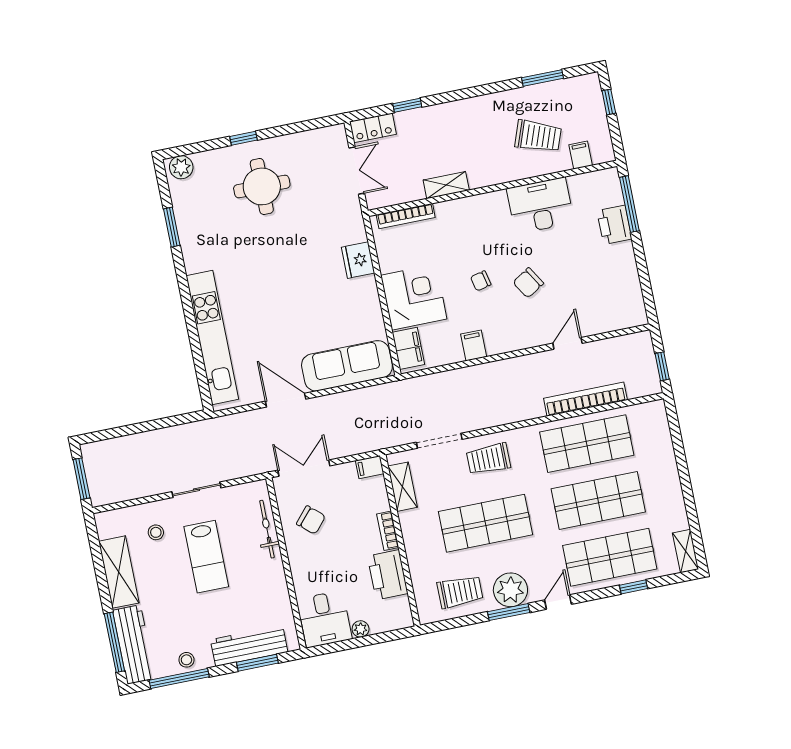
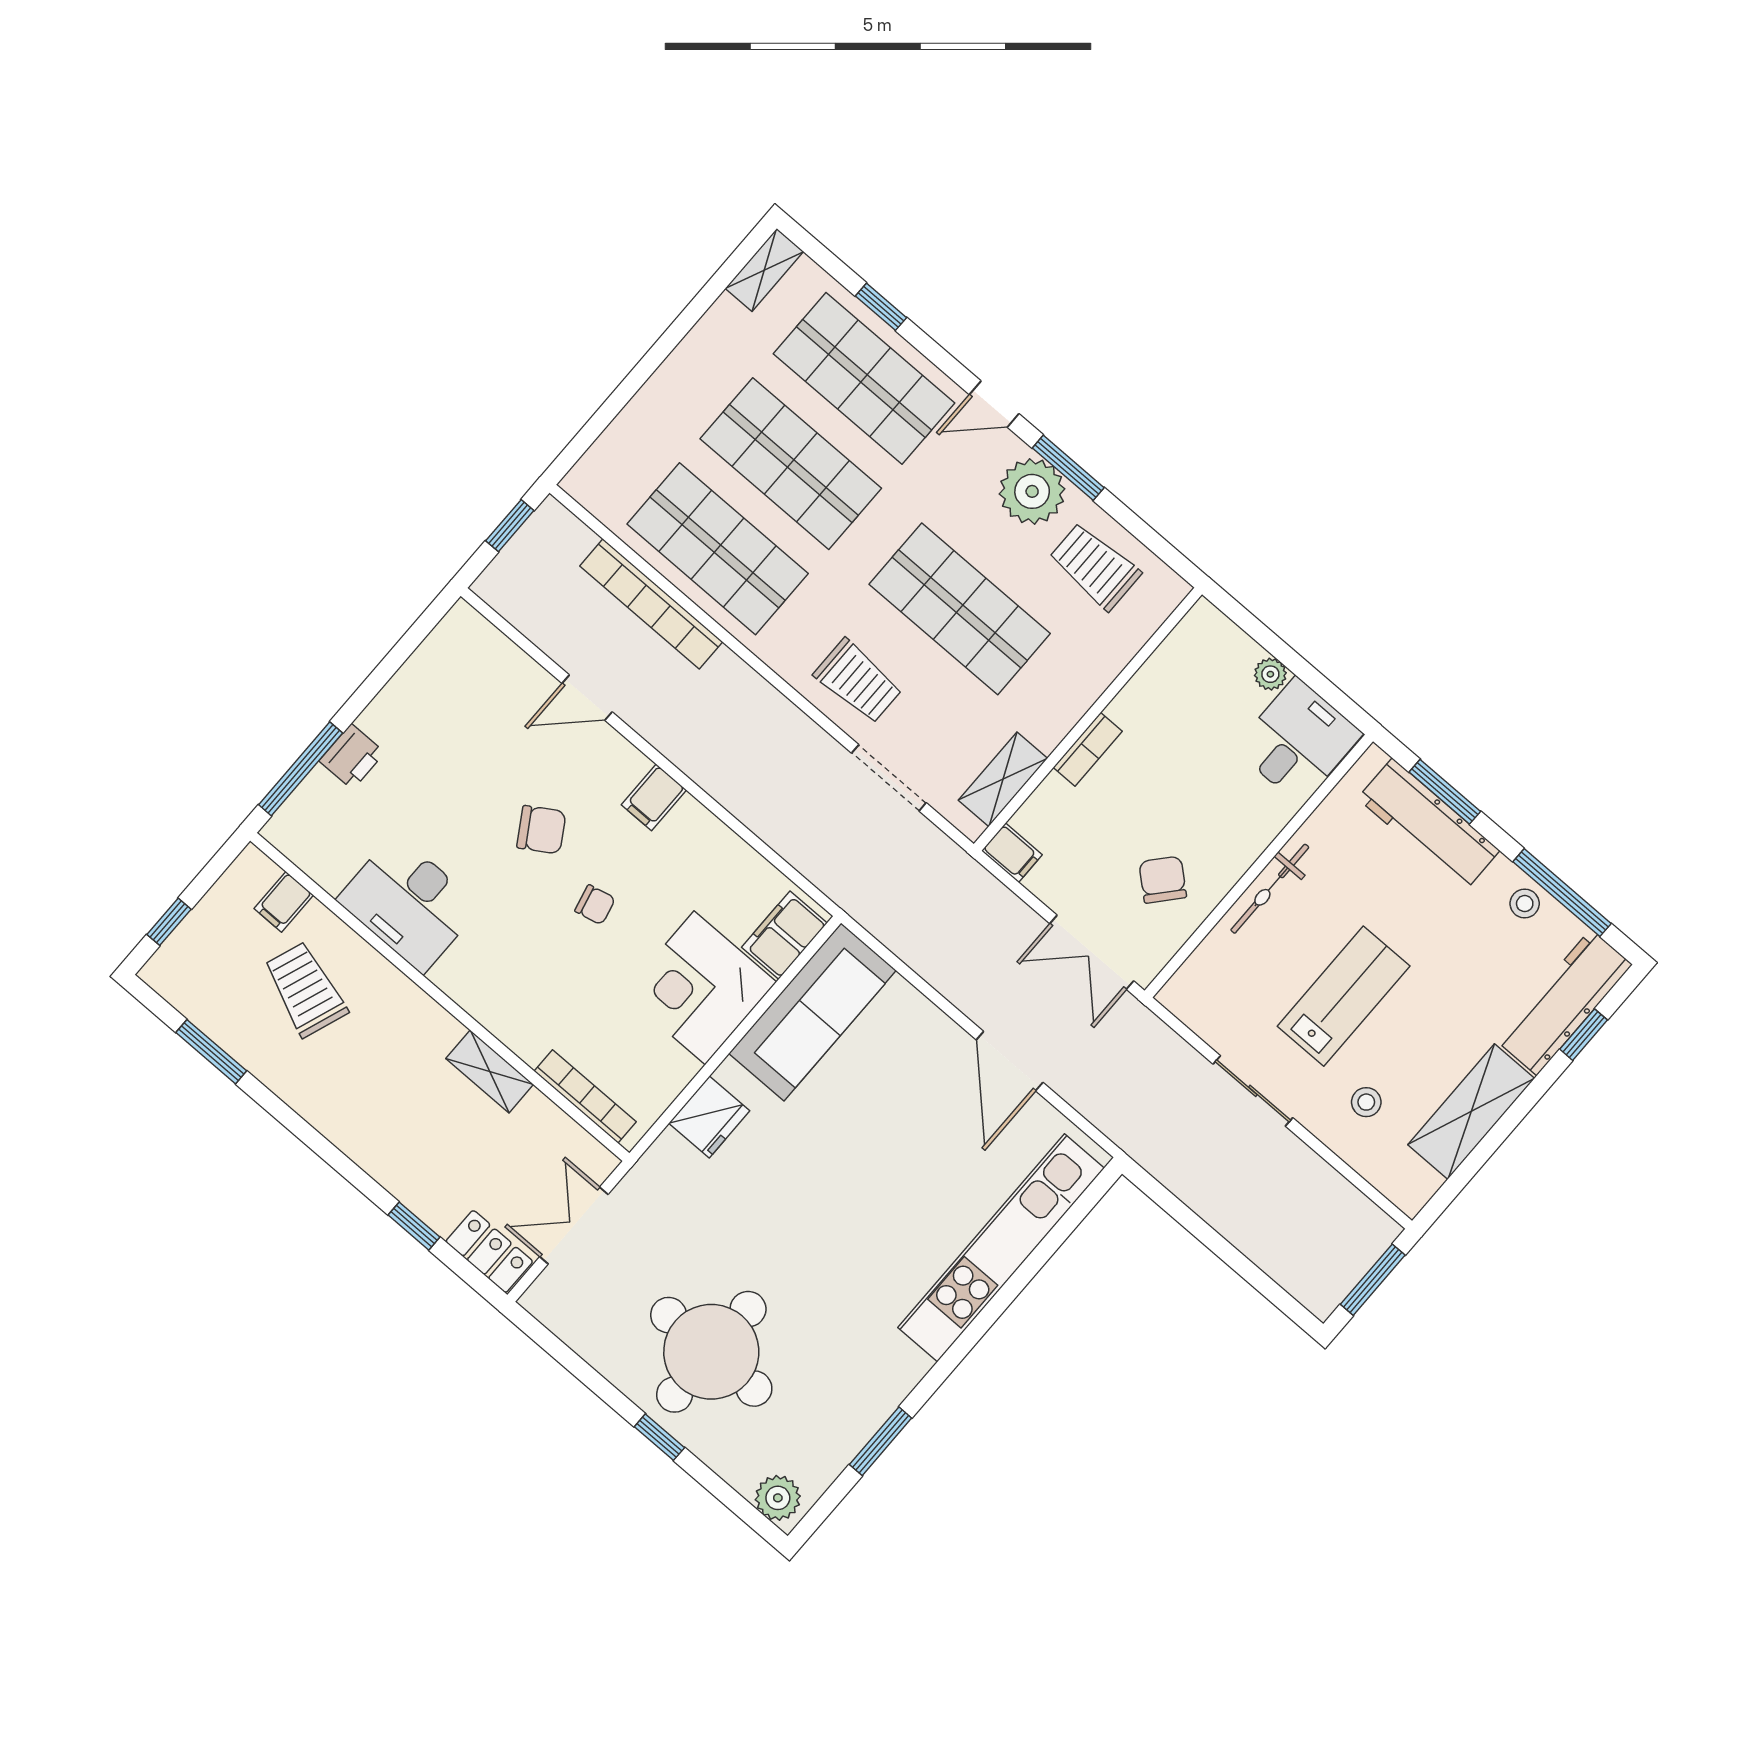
round table: (262, 186) -> (711, 1352), width x1.36, depth x1.36
printer: (614, 225) -> (352, 757), width x0.73, depth x0.81
filing cabinet: (474, 345) -> (654, 797), moved
sofa: (347, 366) -> (813, 1012), moved, turned -90
bicycle: (267, 529) -> (1270, 889), moved
printer: (388, 575) -> (1155, 697), removed
window: (114, 642) -> (1584, 1035), width x0.46

